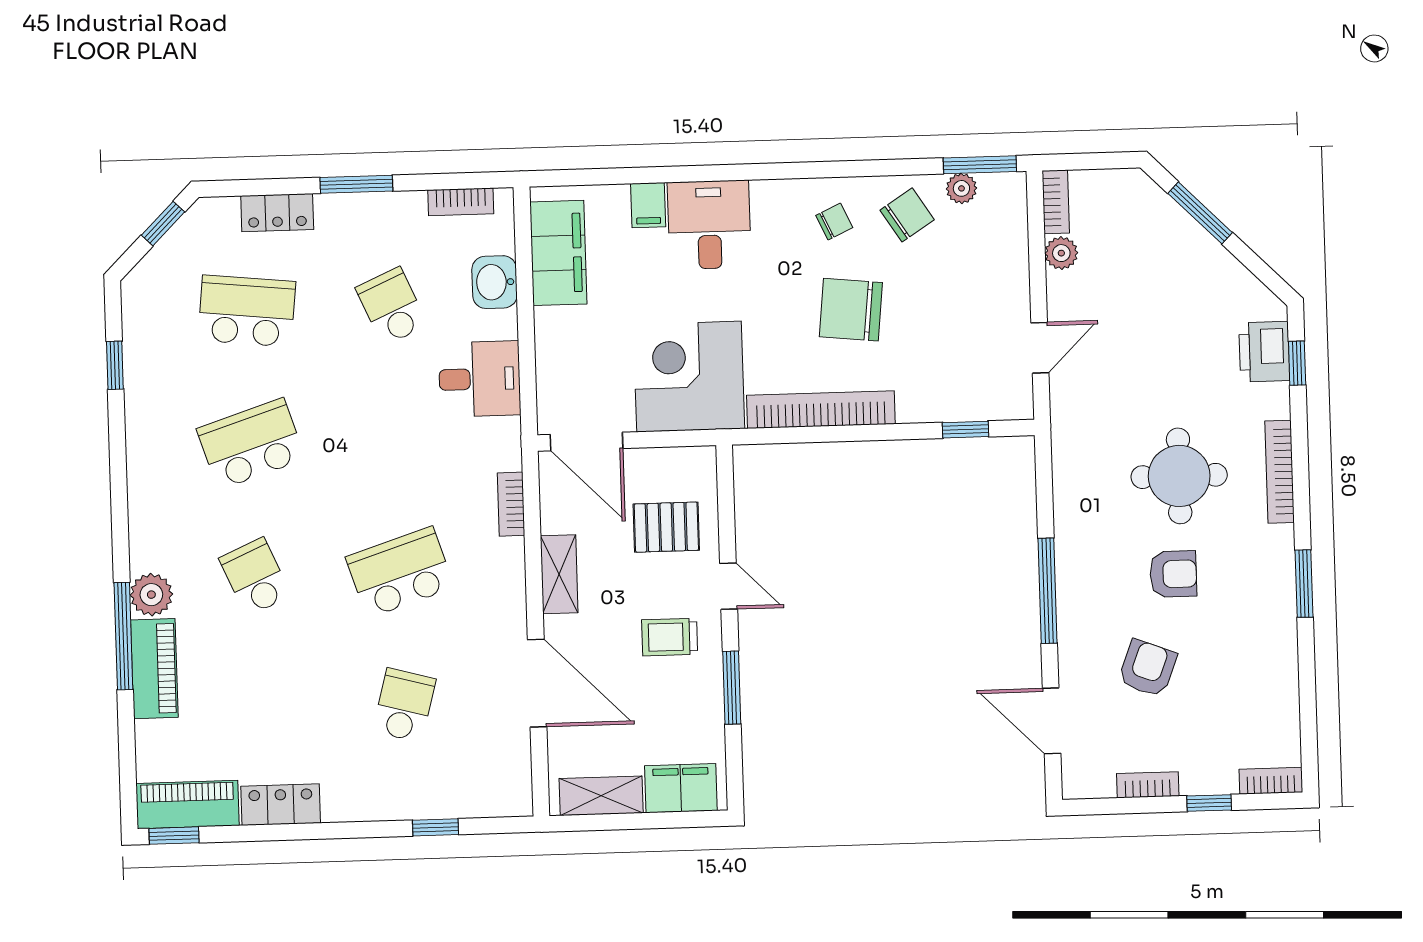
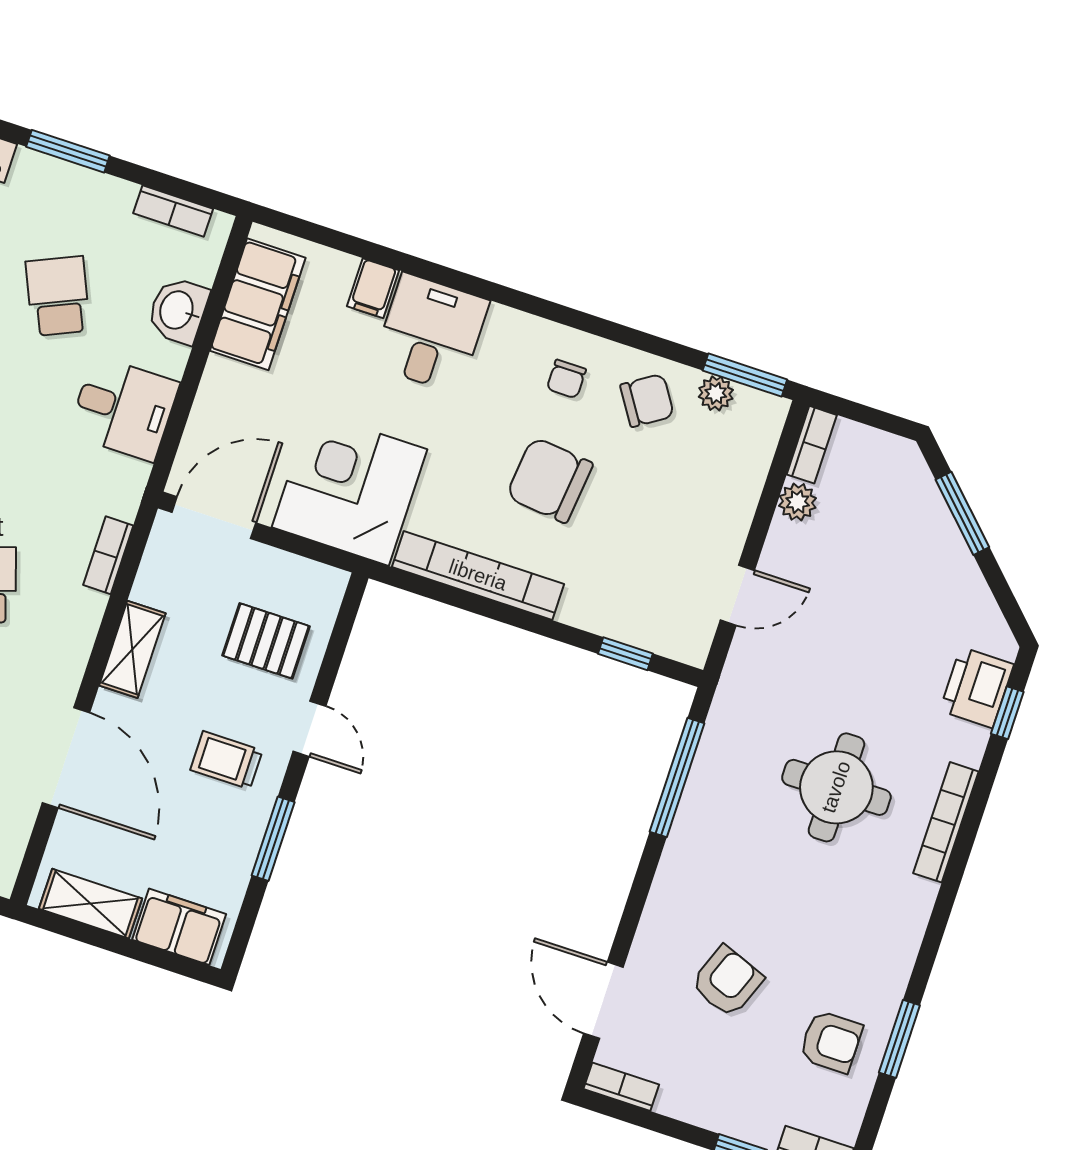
chair: (834, 222) -> (566, 379), turned 115
door: (586, 441) -> (214, 518), swing flipped
armchair: (1173, 574) -> (831, 1042), moved
window: (1304, 584) -> (899, 1039), moved
window: (1048, 591) -> (677, 777), moved
bookcase: (1148, 785) -> (621, 1087), moved

